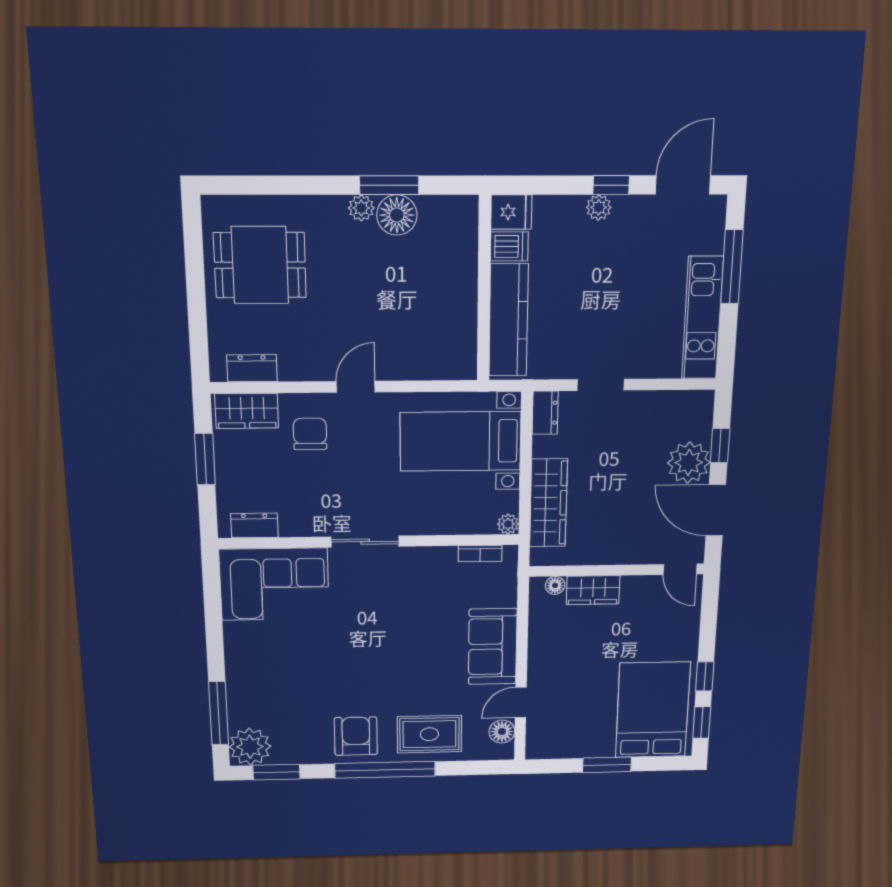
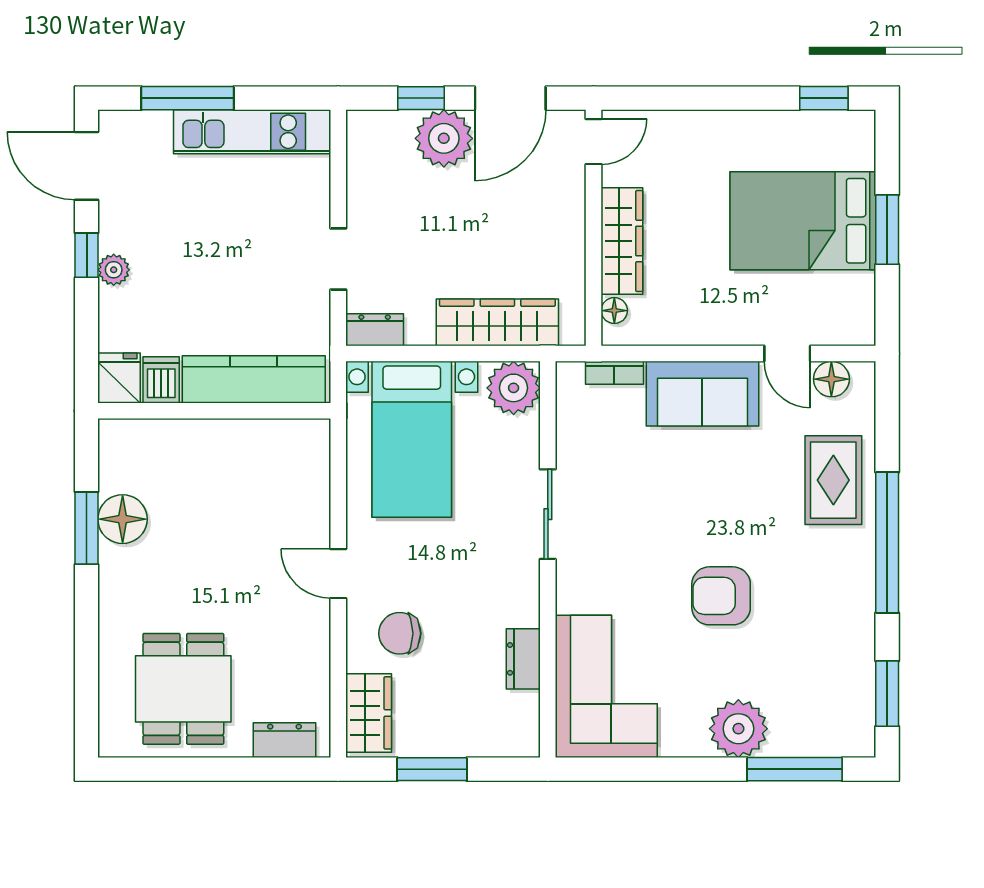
plant: (361, 208) -> (114, 563), removed
dresser: (252, 368) -> (284, 740), moved, turned 90
plant: (508, 524) -> (514, 388), width x1.88, depth x1.88
dresser: (254, 525) -> (523, 659), moved
sliding door: (365, 542) -> (548, 514), moved
bookcase: (480, 554) -> (614, 373), moved, turned 90
wardrobe: (593, 590) -> (622, 241), width x1.50
window: (705, 676) -> (753, 98), removed
bed: (653, 710) -> (803, 221), moved
armchair: (356, 736) -> (721, 596), moved
plant: (250, 747) -> (738, 729), moved

